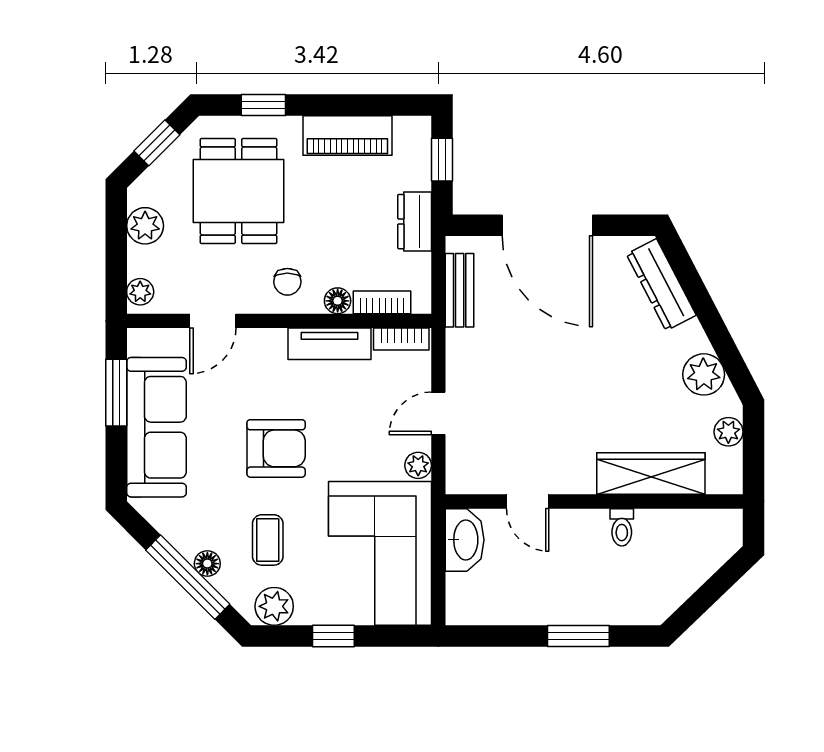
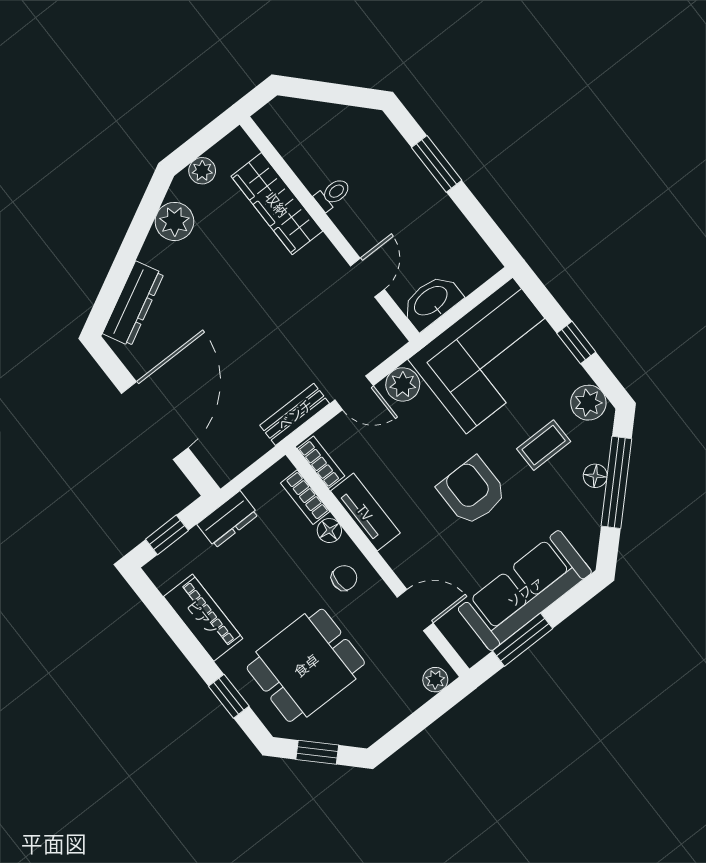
plant: (145, 226) -> (384, 714), removed
bench: (460, 290) -> (295, 414), moved
plant: (418, 465) -> (403, 384), width x1.38, depth x1.38

